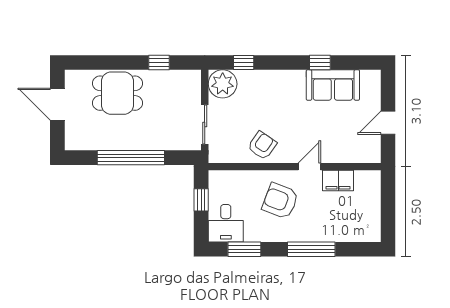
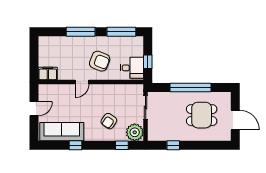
sofa: (333, 85) -> (62, 132), width x1.36
dining table: (118, 93) -> (202, 115), moved
armchair: (262, 145) -> (109, 121), moved
filing cabinet: (338, 181) -> (48, 73), moved
desk: (226, 223) -> (132, 68), moved, turned 90
window: (244, 249) -> (121, 32), width x1.44

